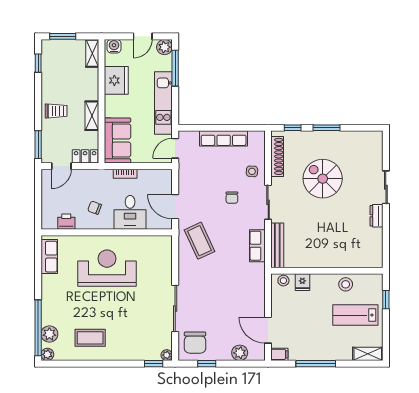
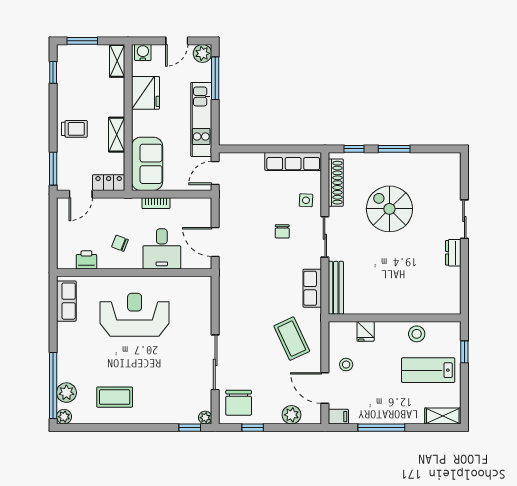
row of seats: (224, 138) -> (293, 161), moved
coffee table: (199, 241) -> (292, 339), moved
stool: (283, 281) -> (346, 365), moved

